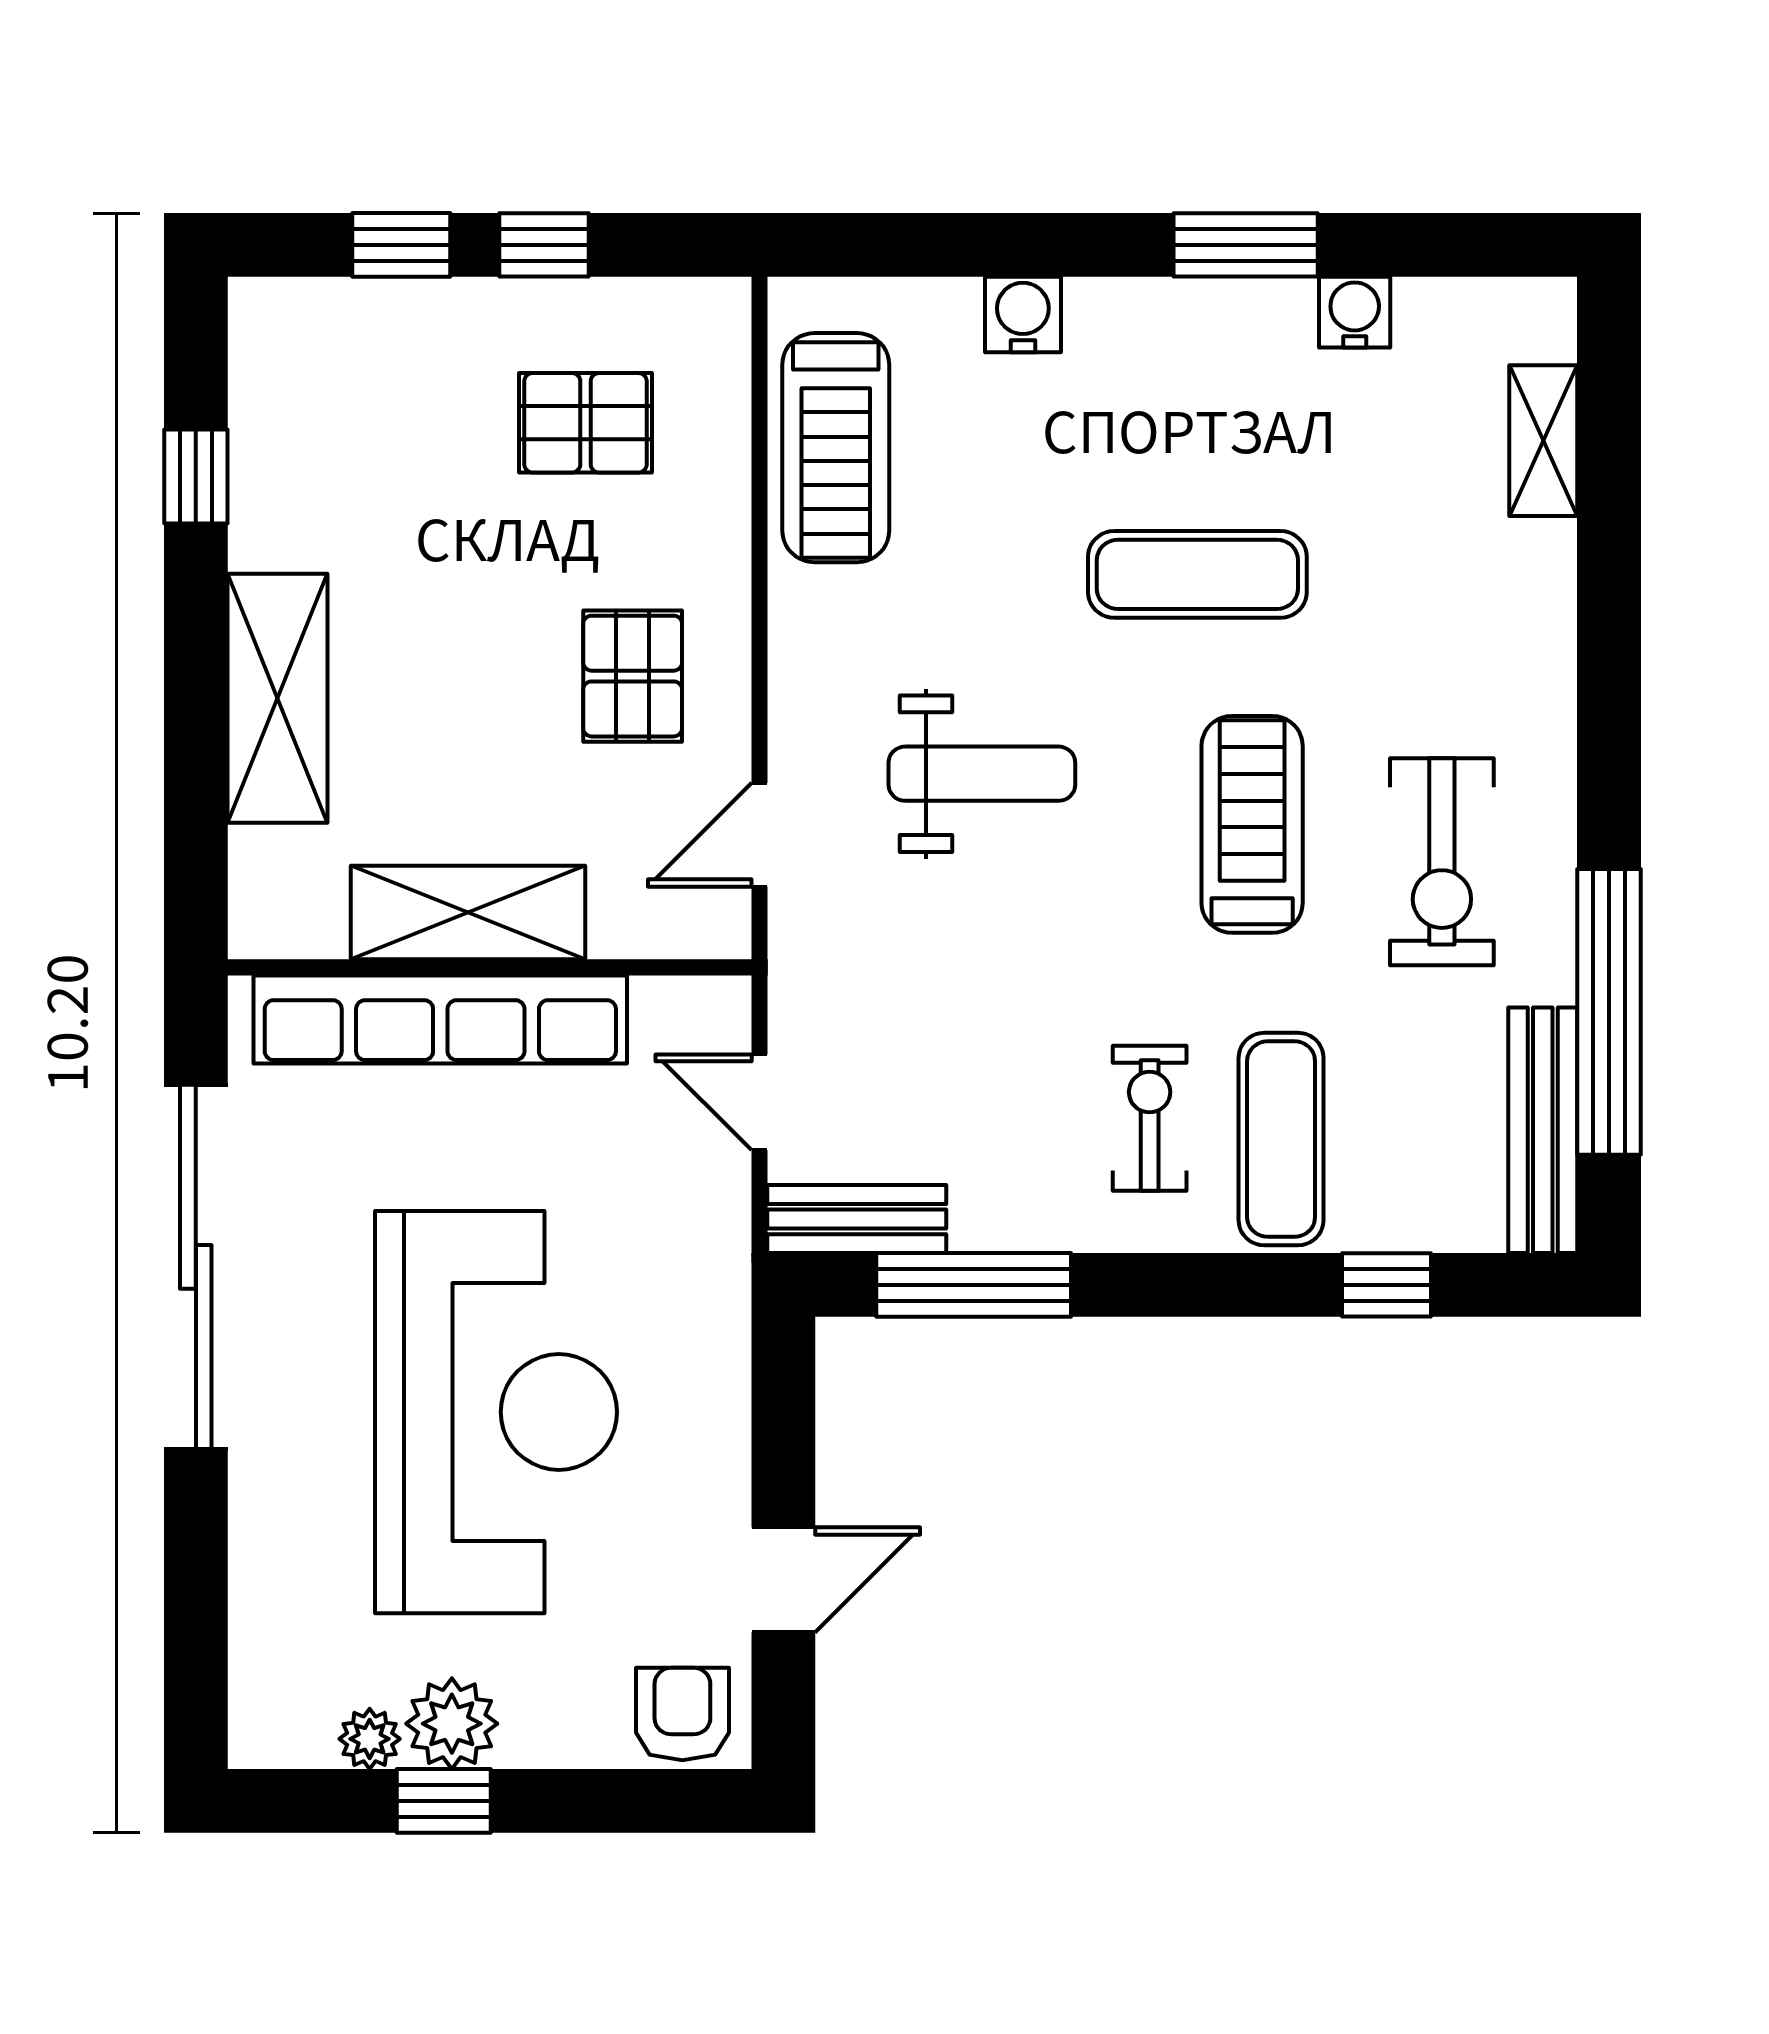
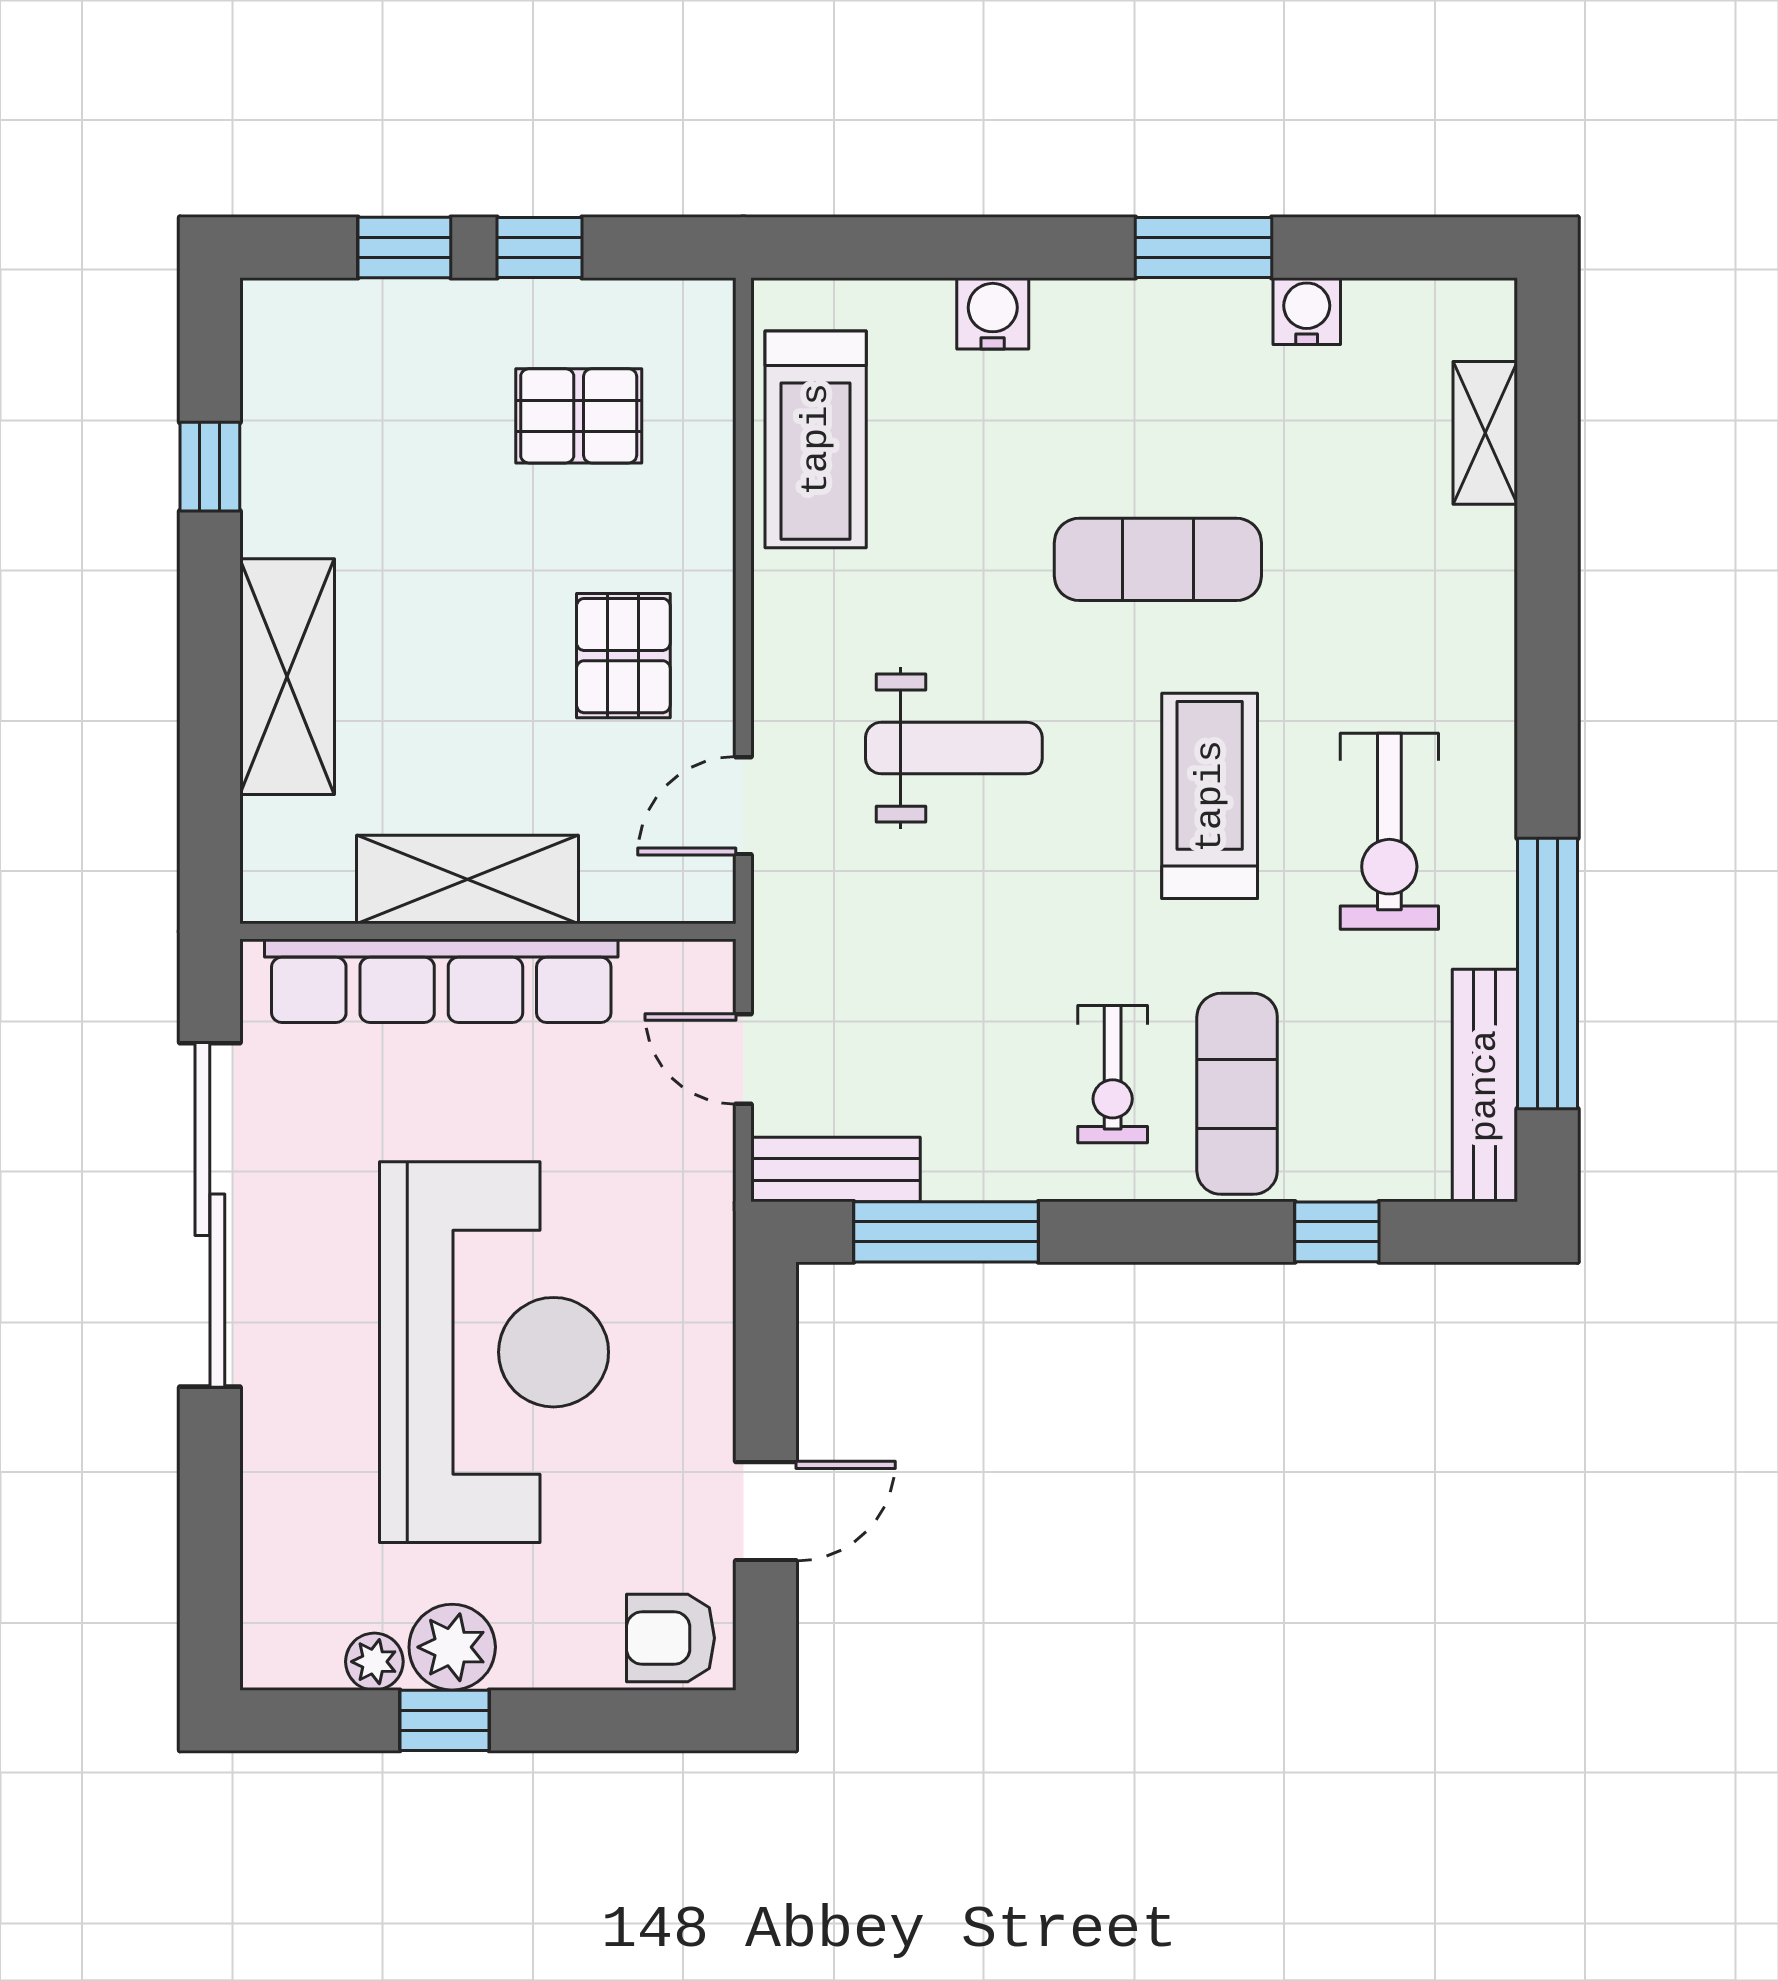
exercise bike: (1150, 1118) -> (1113, 1074), turned 180
armchair: (682, 1714) -> (670, 1638), turned -90

